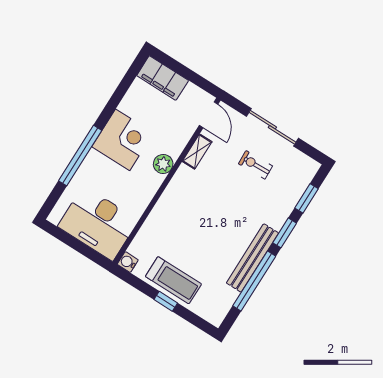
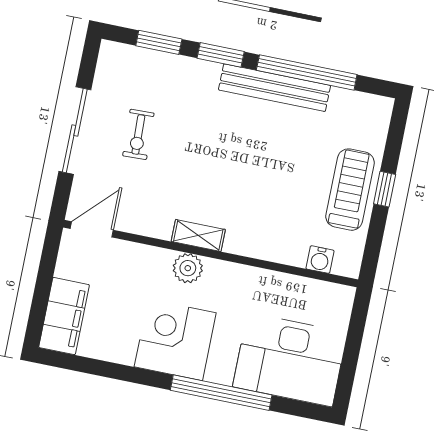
shelving: (197, 152) -> (198, 235), moved
desk: (98, 223) -> (290, 360), moved, turned 90
water cooler: (128, 262) -> (320, 260), moved

